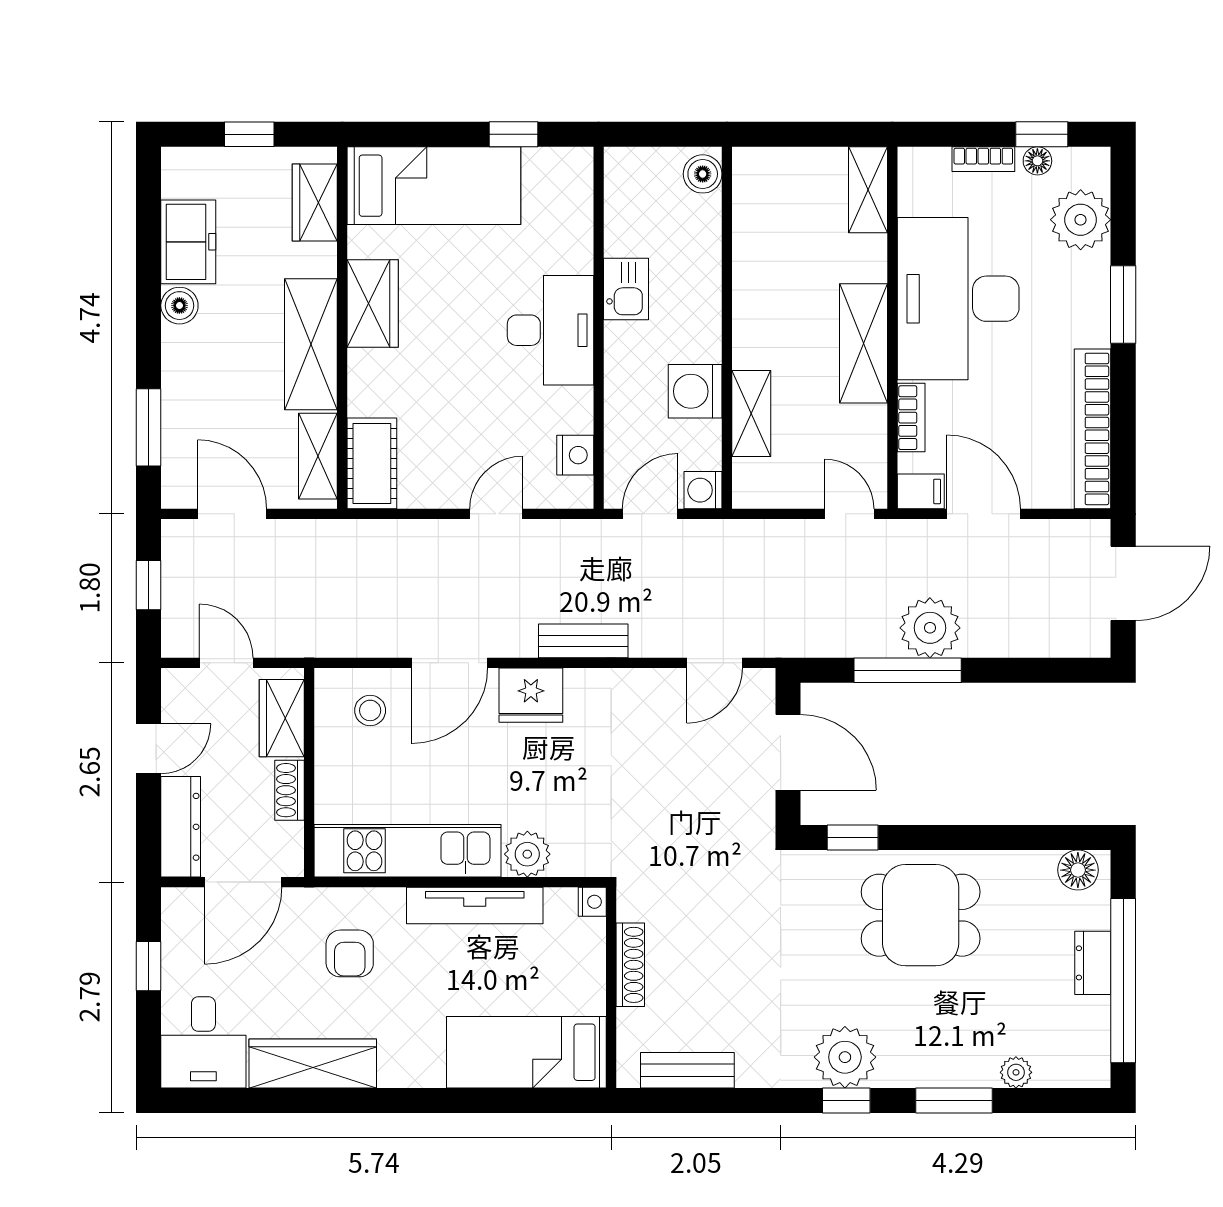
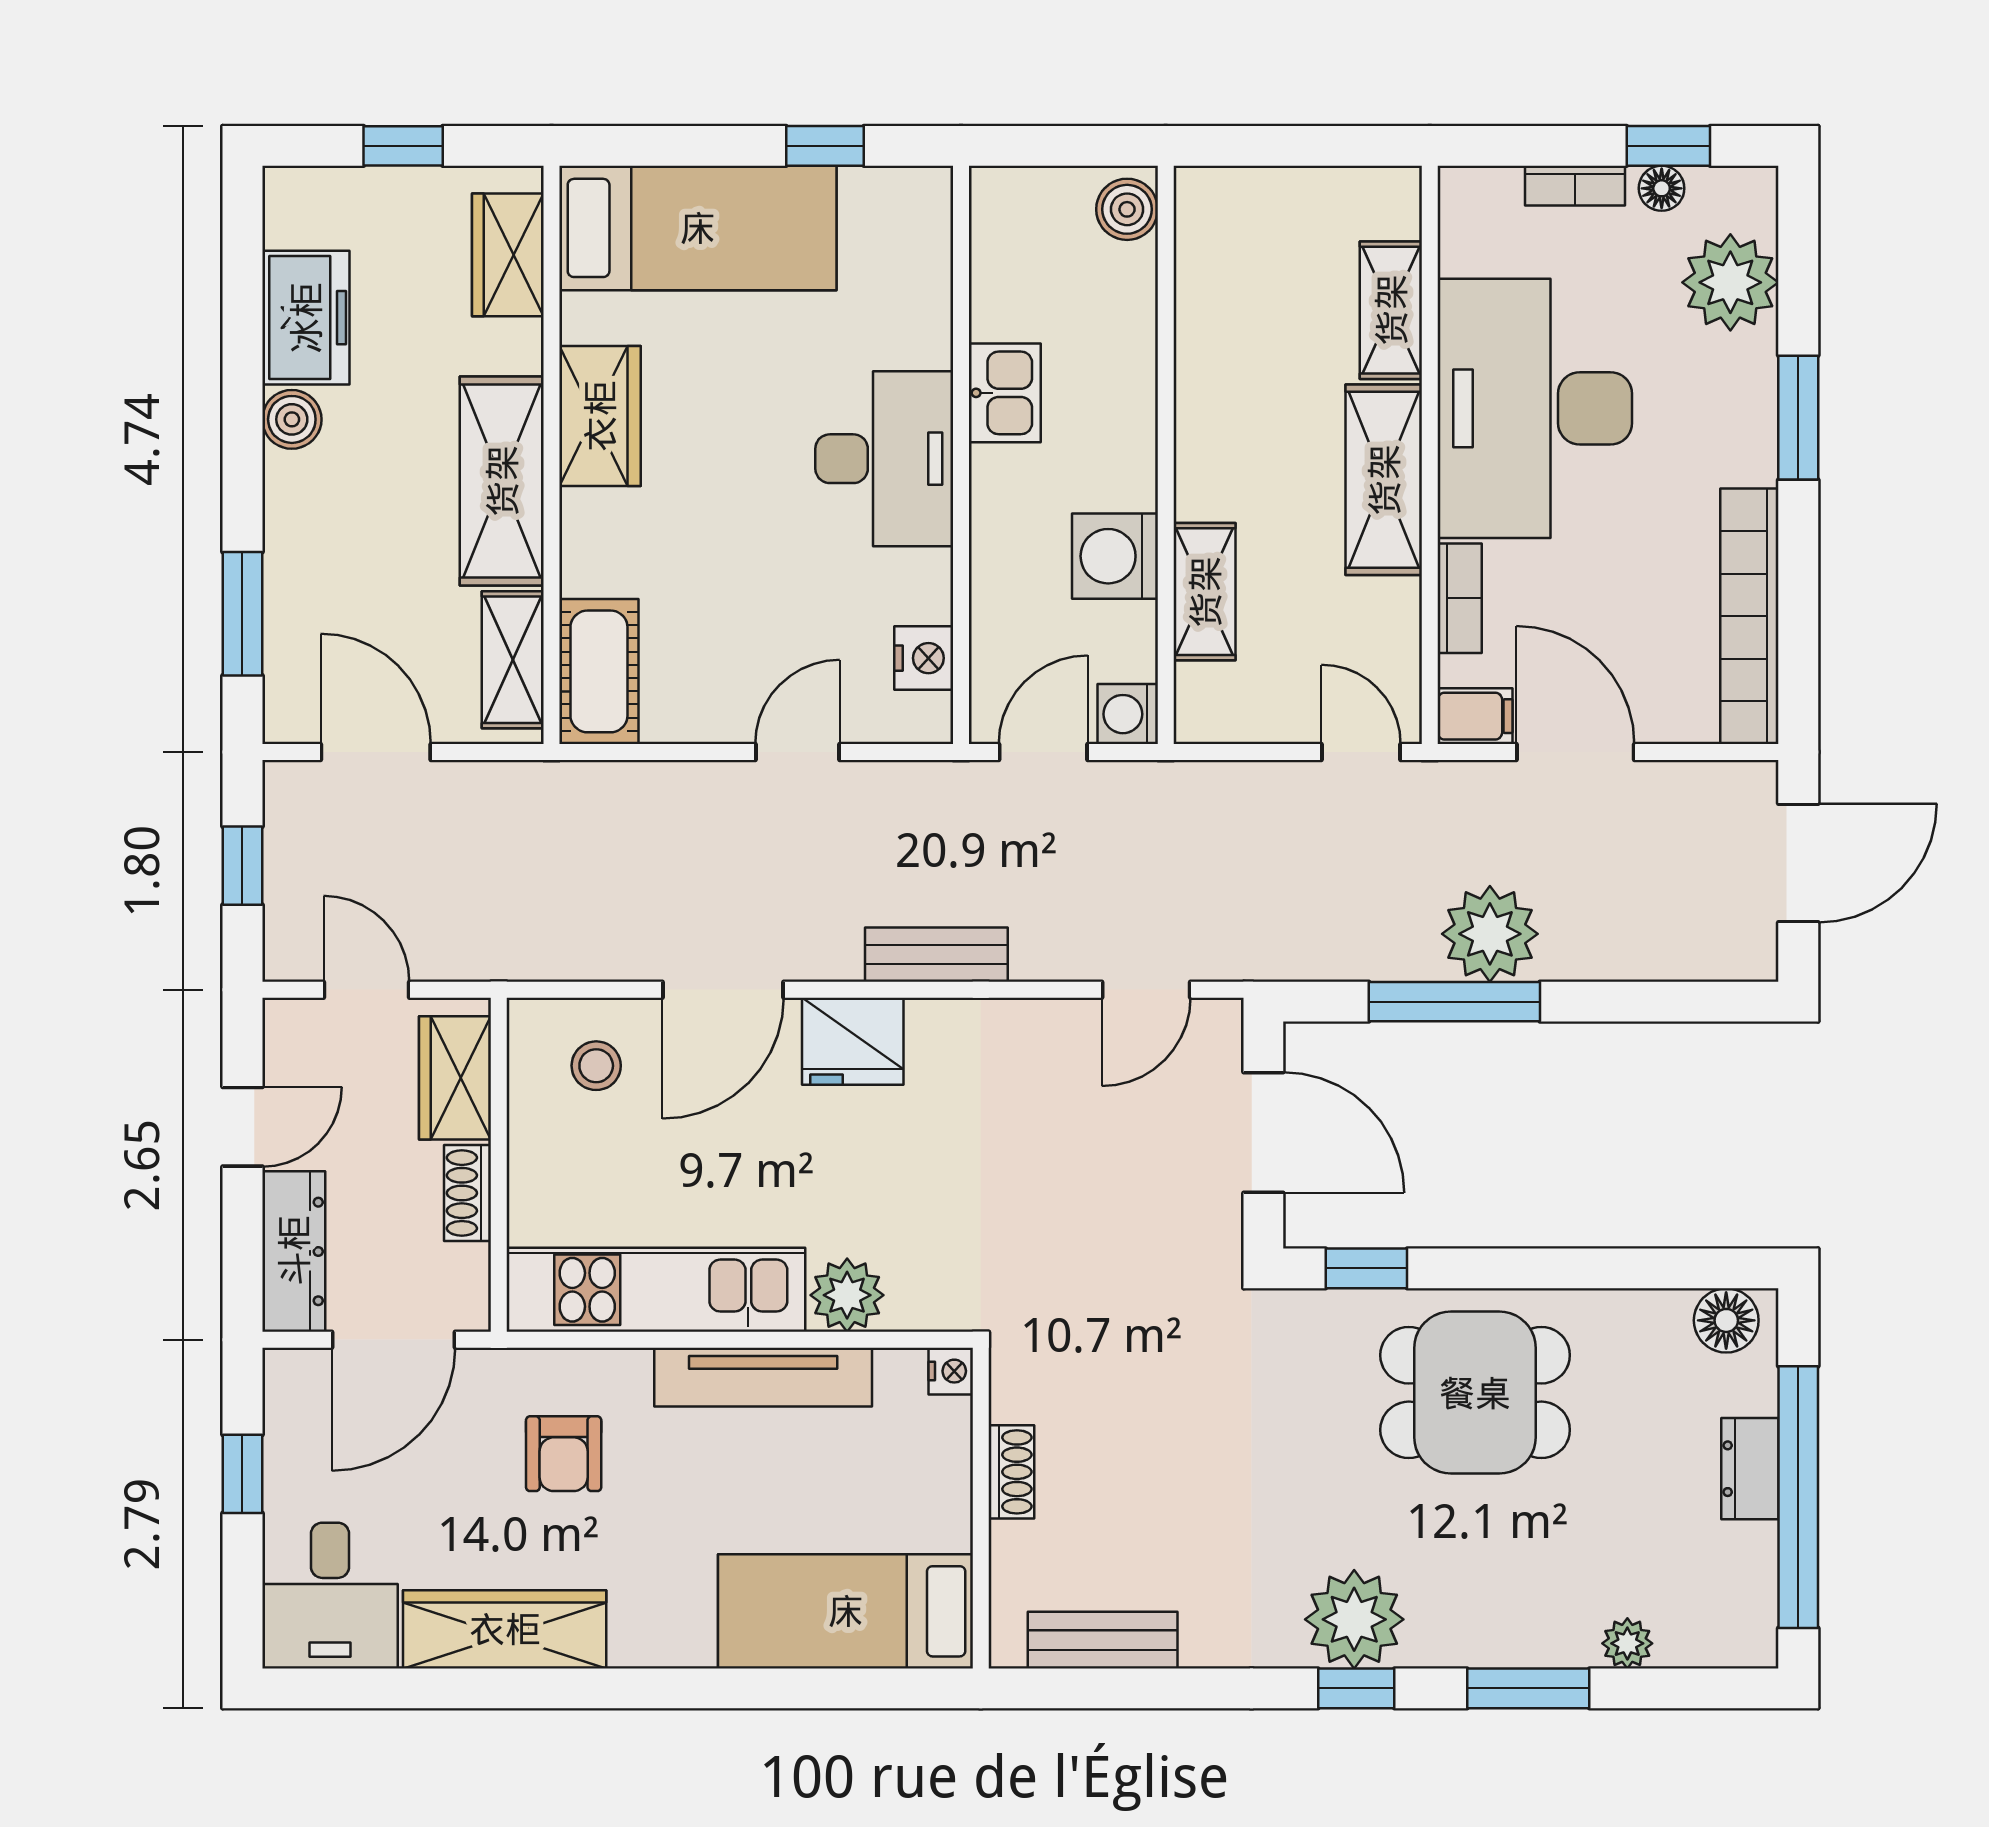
shelving: (868, 190) -> (1391, 310), moved
shoe rack: (630, 965) -> (1011, 1472), width x0.70

